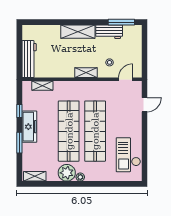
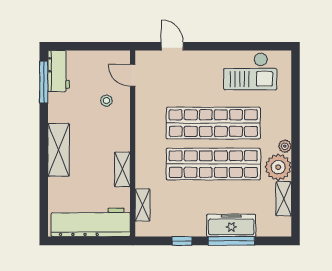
workbench: (109, 32) -> (59, 71), moved
workbench: (29, 59) -> (91, 222), width x1.36, depth x1.32
shelving: (86, 73) -> (122, 169), moved
freezer: (29, 127) -> (231, 225), moved
window: (19, 143) -> (231, 241), width x1.44
shelving: (35, 176) -> (284, 199), moved

